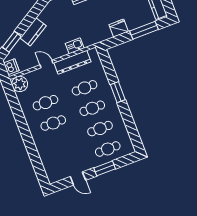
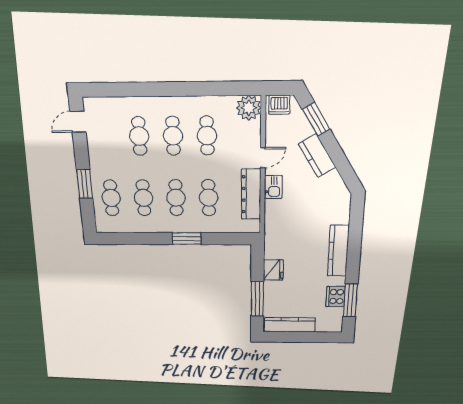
kitchen sink: (75, 46) -> (273, 187), moved
cafe table: (61, 143) -> (139, 136), added
door: (78, 178) -> (78, 122), moved

